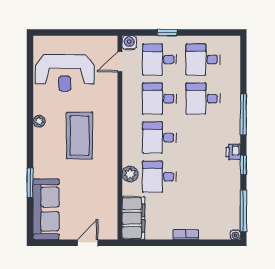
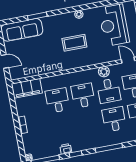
desk: (160, 99) -> (109, 91), turned 180
coffee table: (80, 136) -> (74, 43), width x0.73, depth x0.76
printer: (233, 152) -> (66, 149), moved
plant: (130, 174) -> (104, 72), moved

